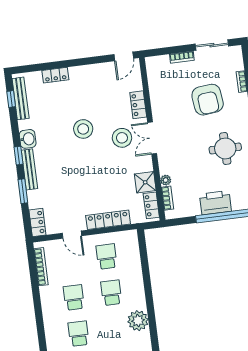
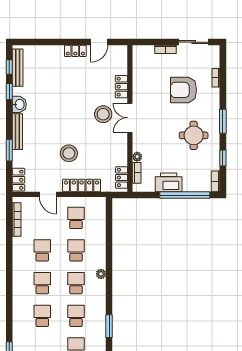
door: (124, 56) -> (99, 42), moved
locker: (55, 75) -> (75, 51), moved
armchair: (208, 100) -> (184, 90), turned 96
stool: (83, 129) -> (69, 153), moved
window: (18, 156) -> (9, 92), moved
shower: (145, 182) -> (119, 156), removed
printer: (215, 203) -> (169, 182), moved
plant: (138, 321) -> (101, 274), width x0.53, depth x0.53
school desk: (116, 329) -> (76, 283), added

